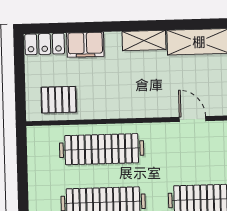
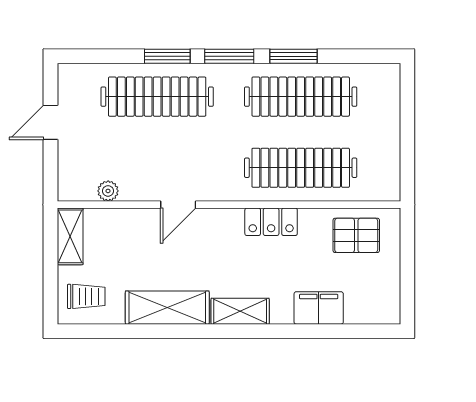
locker: (45, 44) -> (271, 222), moved, turned 180
door: (193, 119) -> (178, 205), hinge flipped

